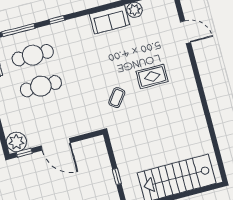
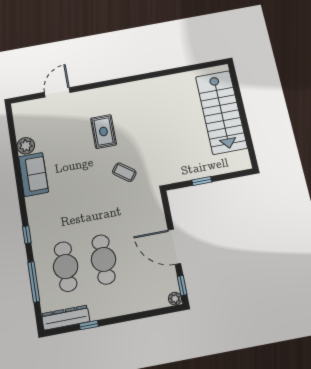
plant: (16, 142) -> (175, 299), width x0.53, depth x0.53
door: (56, 144) -> (174, 247), swing flipped
window: (117, 176) -> (202, 181), moved

